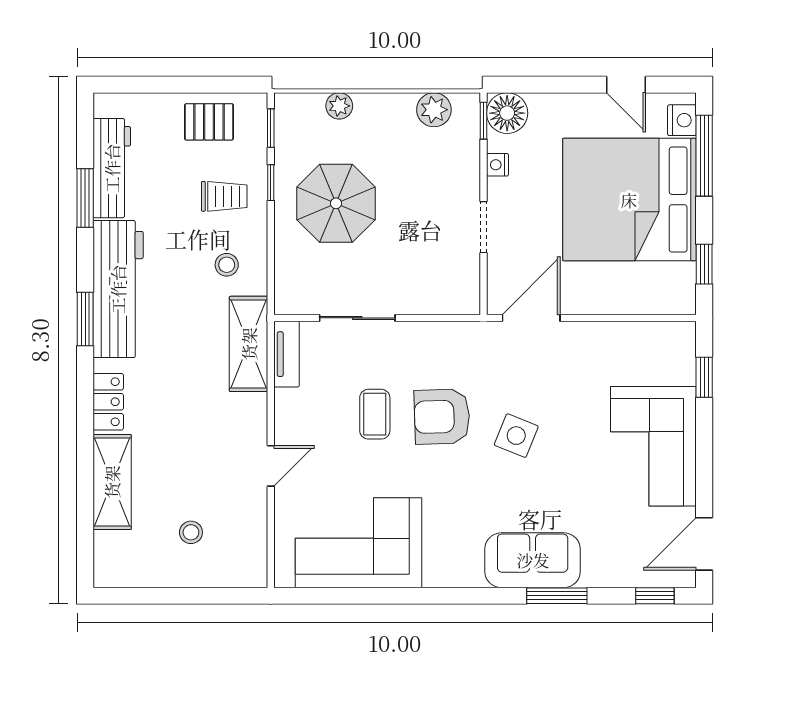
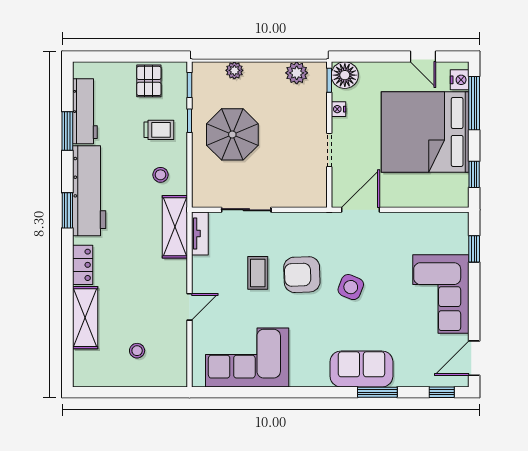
pallet: (209, 122) -> (149, 81), turned 90

